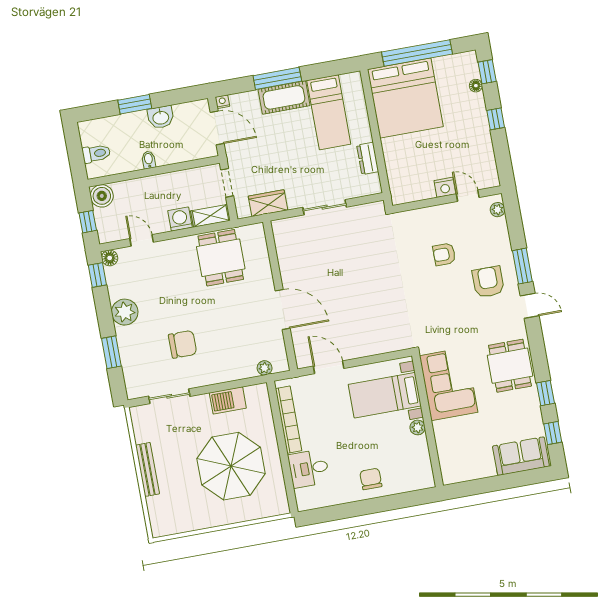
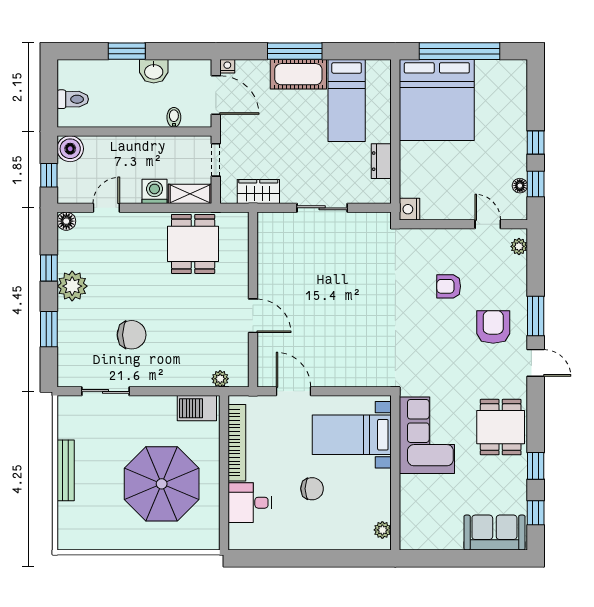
window: (487, 72) -> (536, 184), moved
floor lamp: (476, 86) -> (520, 186), moved
bidet: (149, 160) -> (174, 117), moved
nightstand: (445, 187) -> (409, 209), moved, turned 90
door: (142, 240) -> (106, 208), hinge flipped
window: (97, 275) -> (49, 268), moved
door: (283, 309) -> (253, 316), width x0.73
barbecue: (228, 400) -> (197, 408), moved
plant: (418, 427) -> (382, 530), moved
chair: (371, 479) -> (312, 489), moved, turned 90

